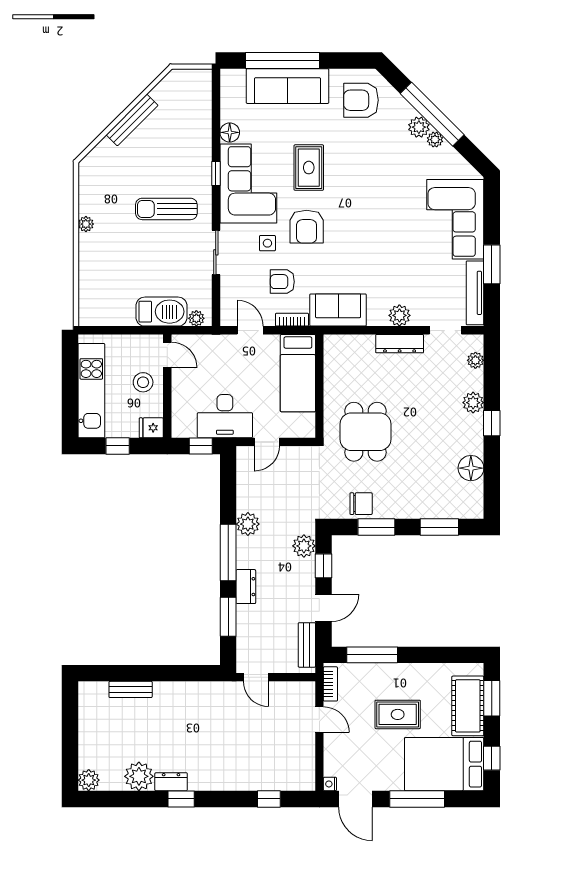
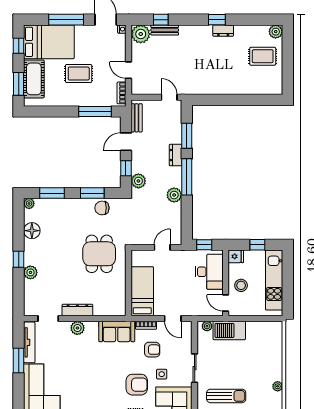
armchair: (307, 227) -> (137, 385), turned 90
plant: (475, 360) -> (29, 203), moved
desk: (225, 416) -> (209, 272), moved, turned 90
bench: (131, 689) -> (165, 30), moved
rug: (109, 742) -> (263, 56), added
plant: (139, 776) -> (141, 34), moved

